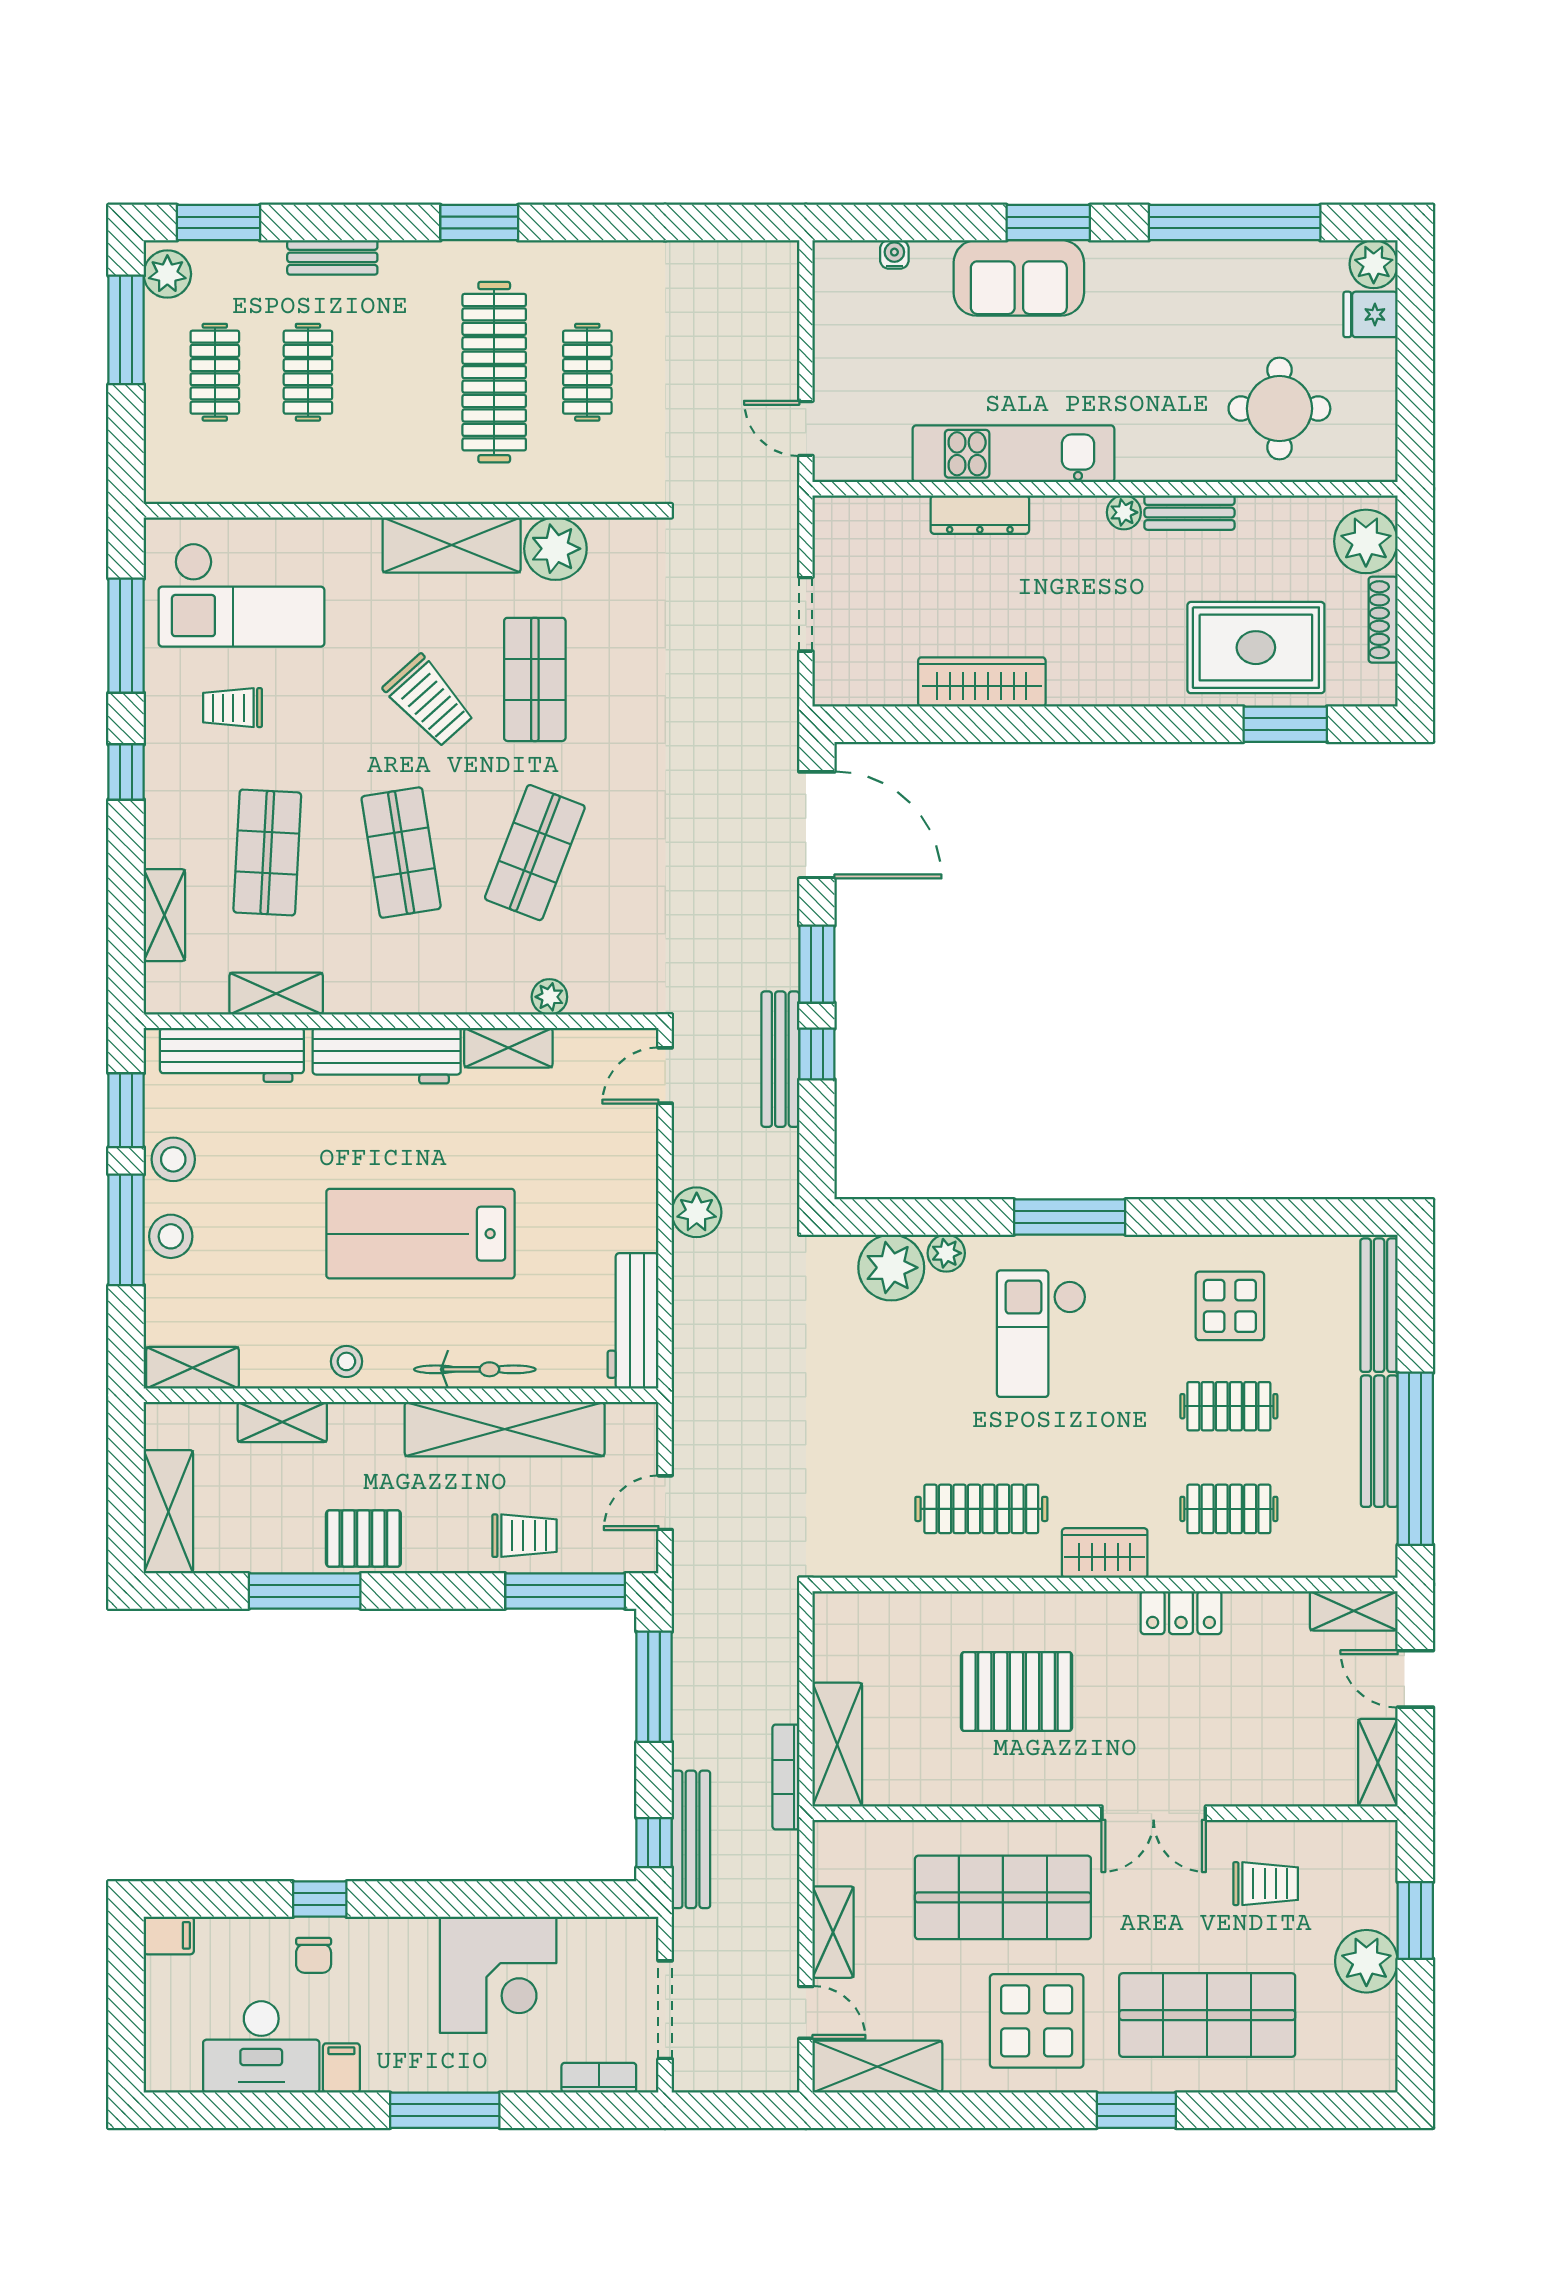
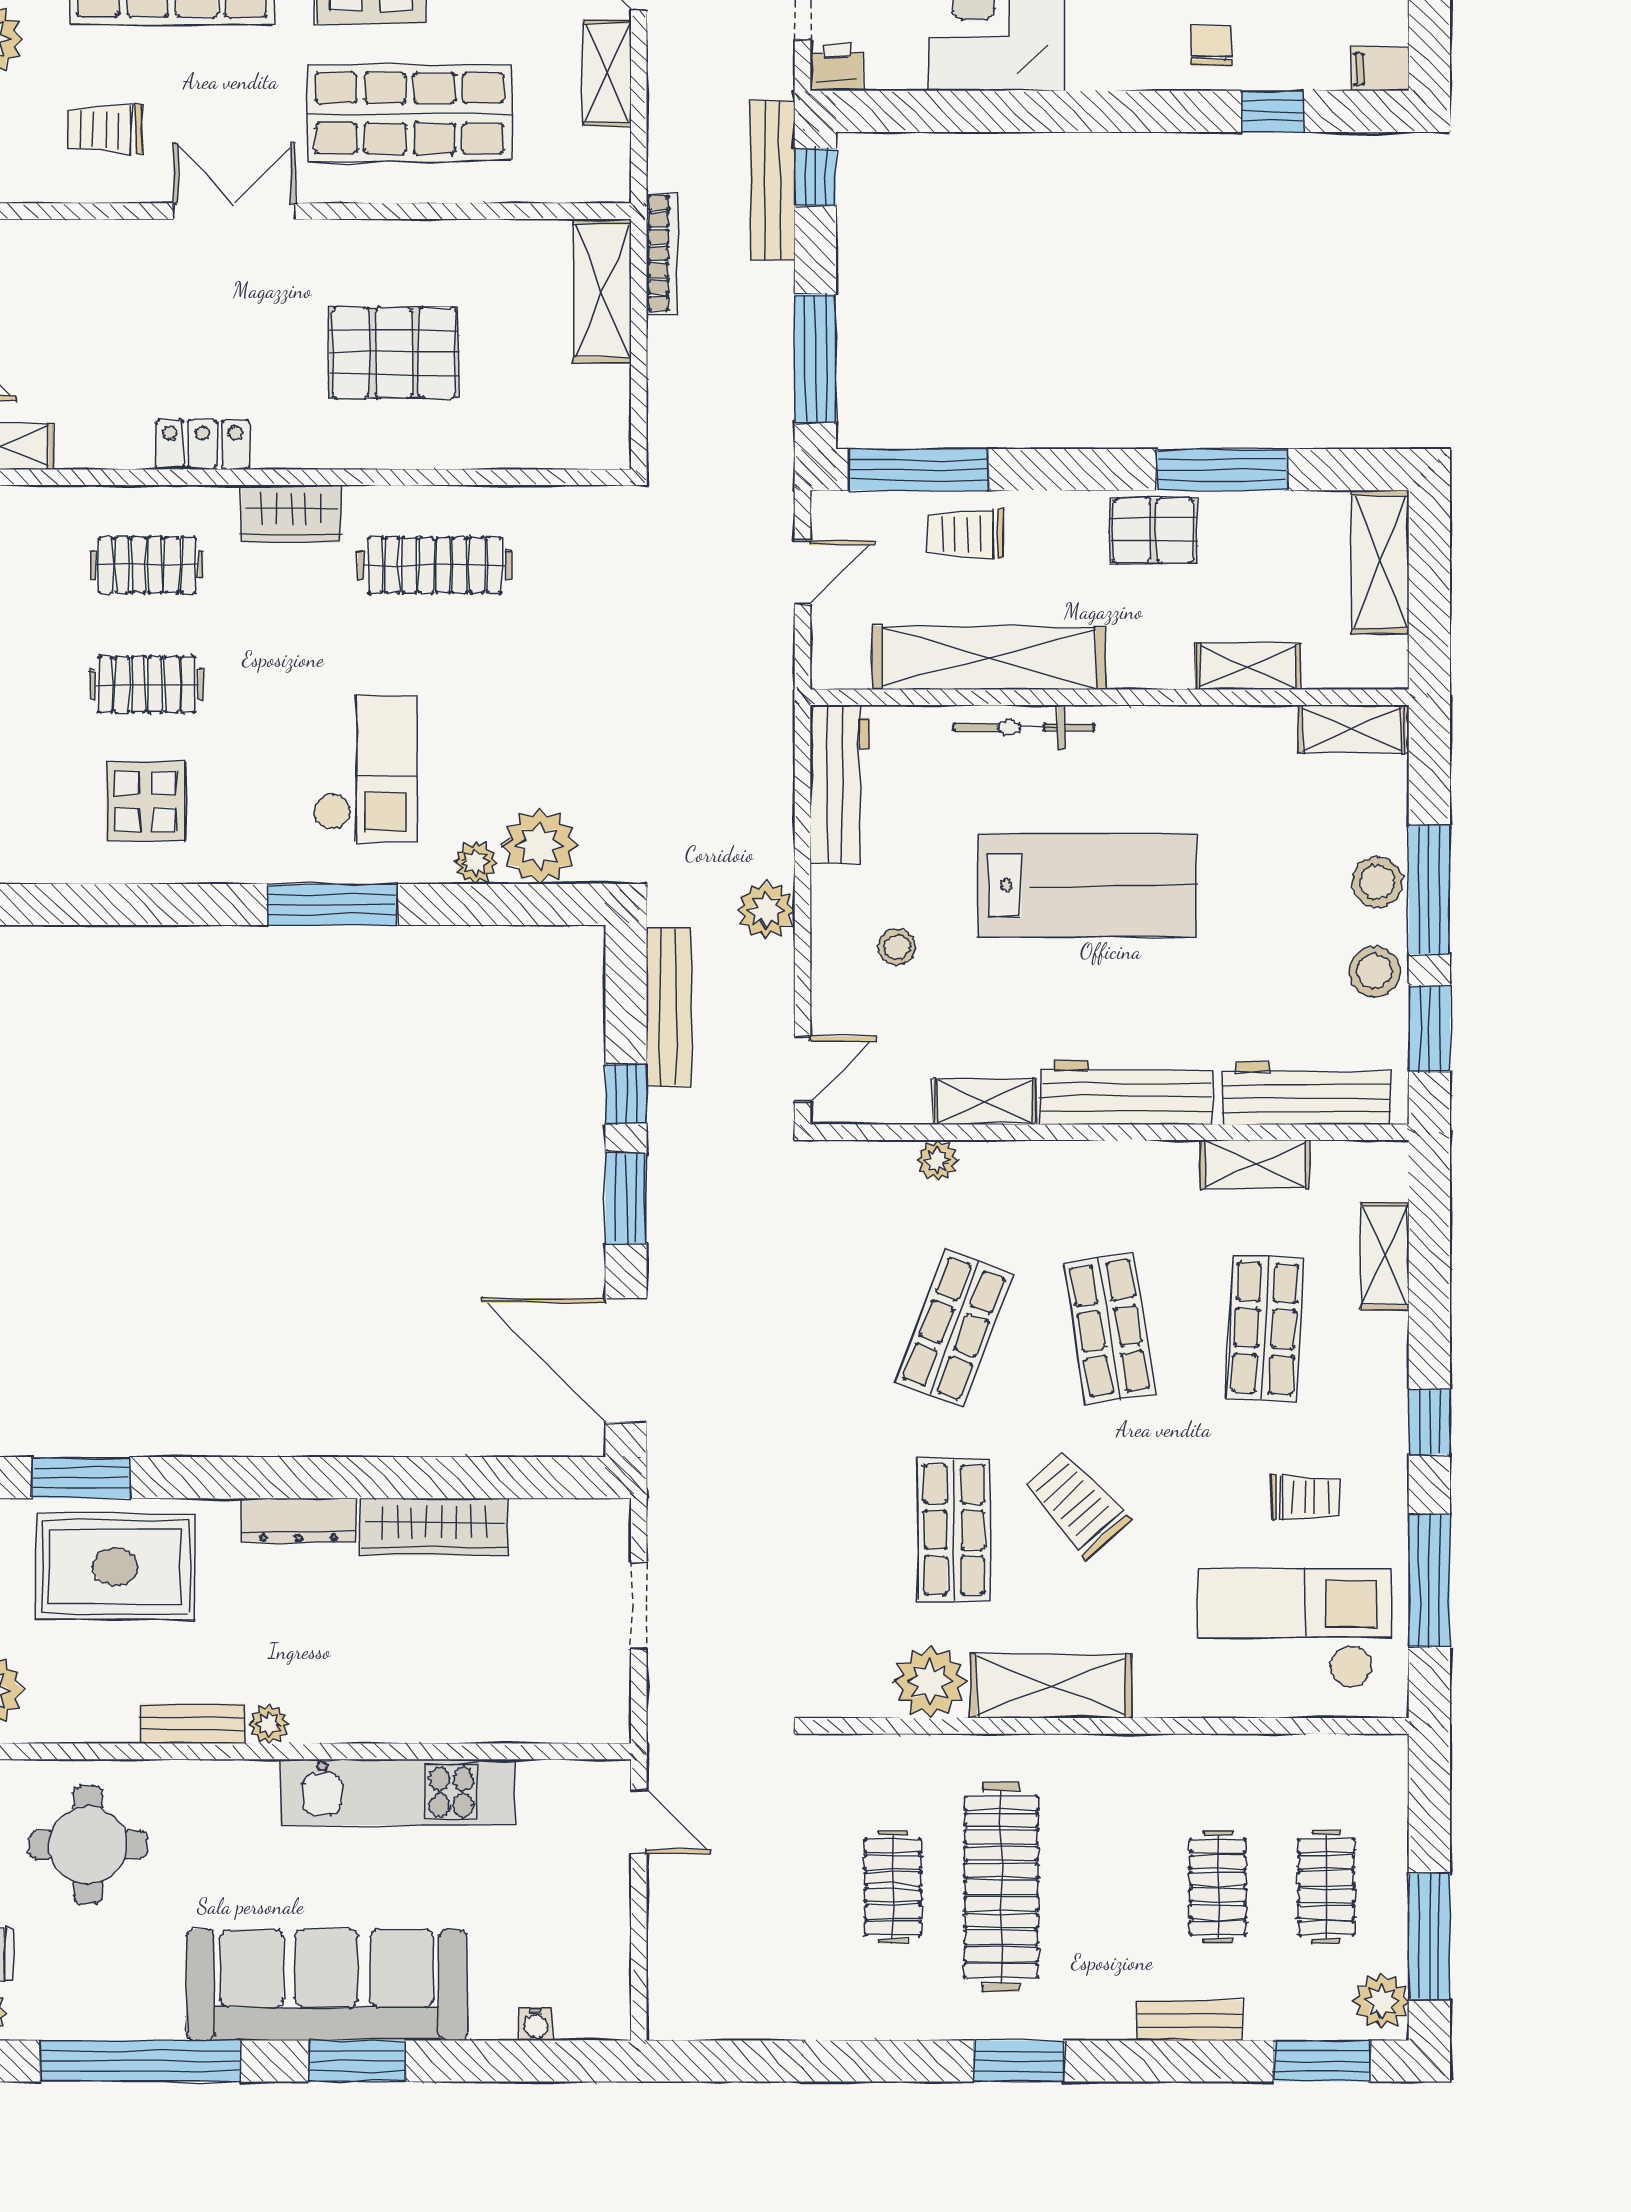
sofa: (1019, 278) -> (327, 1985), width x1.85, depth x1.27
dresser: (980, 515) -> (299, 1520), moved, turned 180
bench: (780, 1059) -> (668, 1007), moved
stool: (346, 1361) -> (897, 947), moved
window: (320, 1899) -> (1273, 111), moved
printer: (636, 1937) -> (836, 67), added

